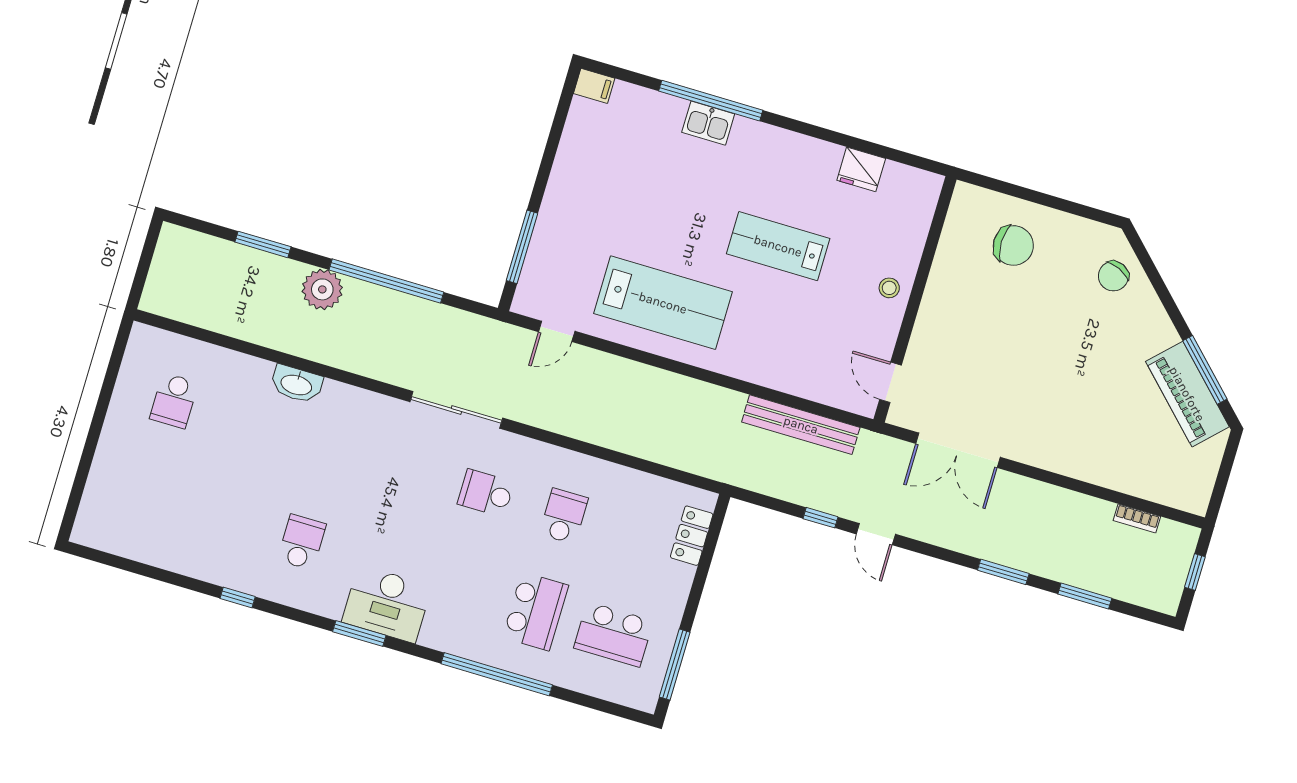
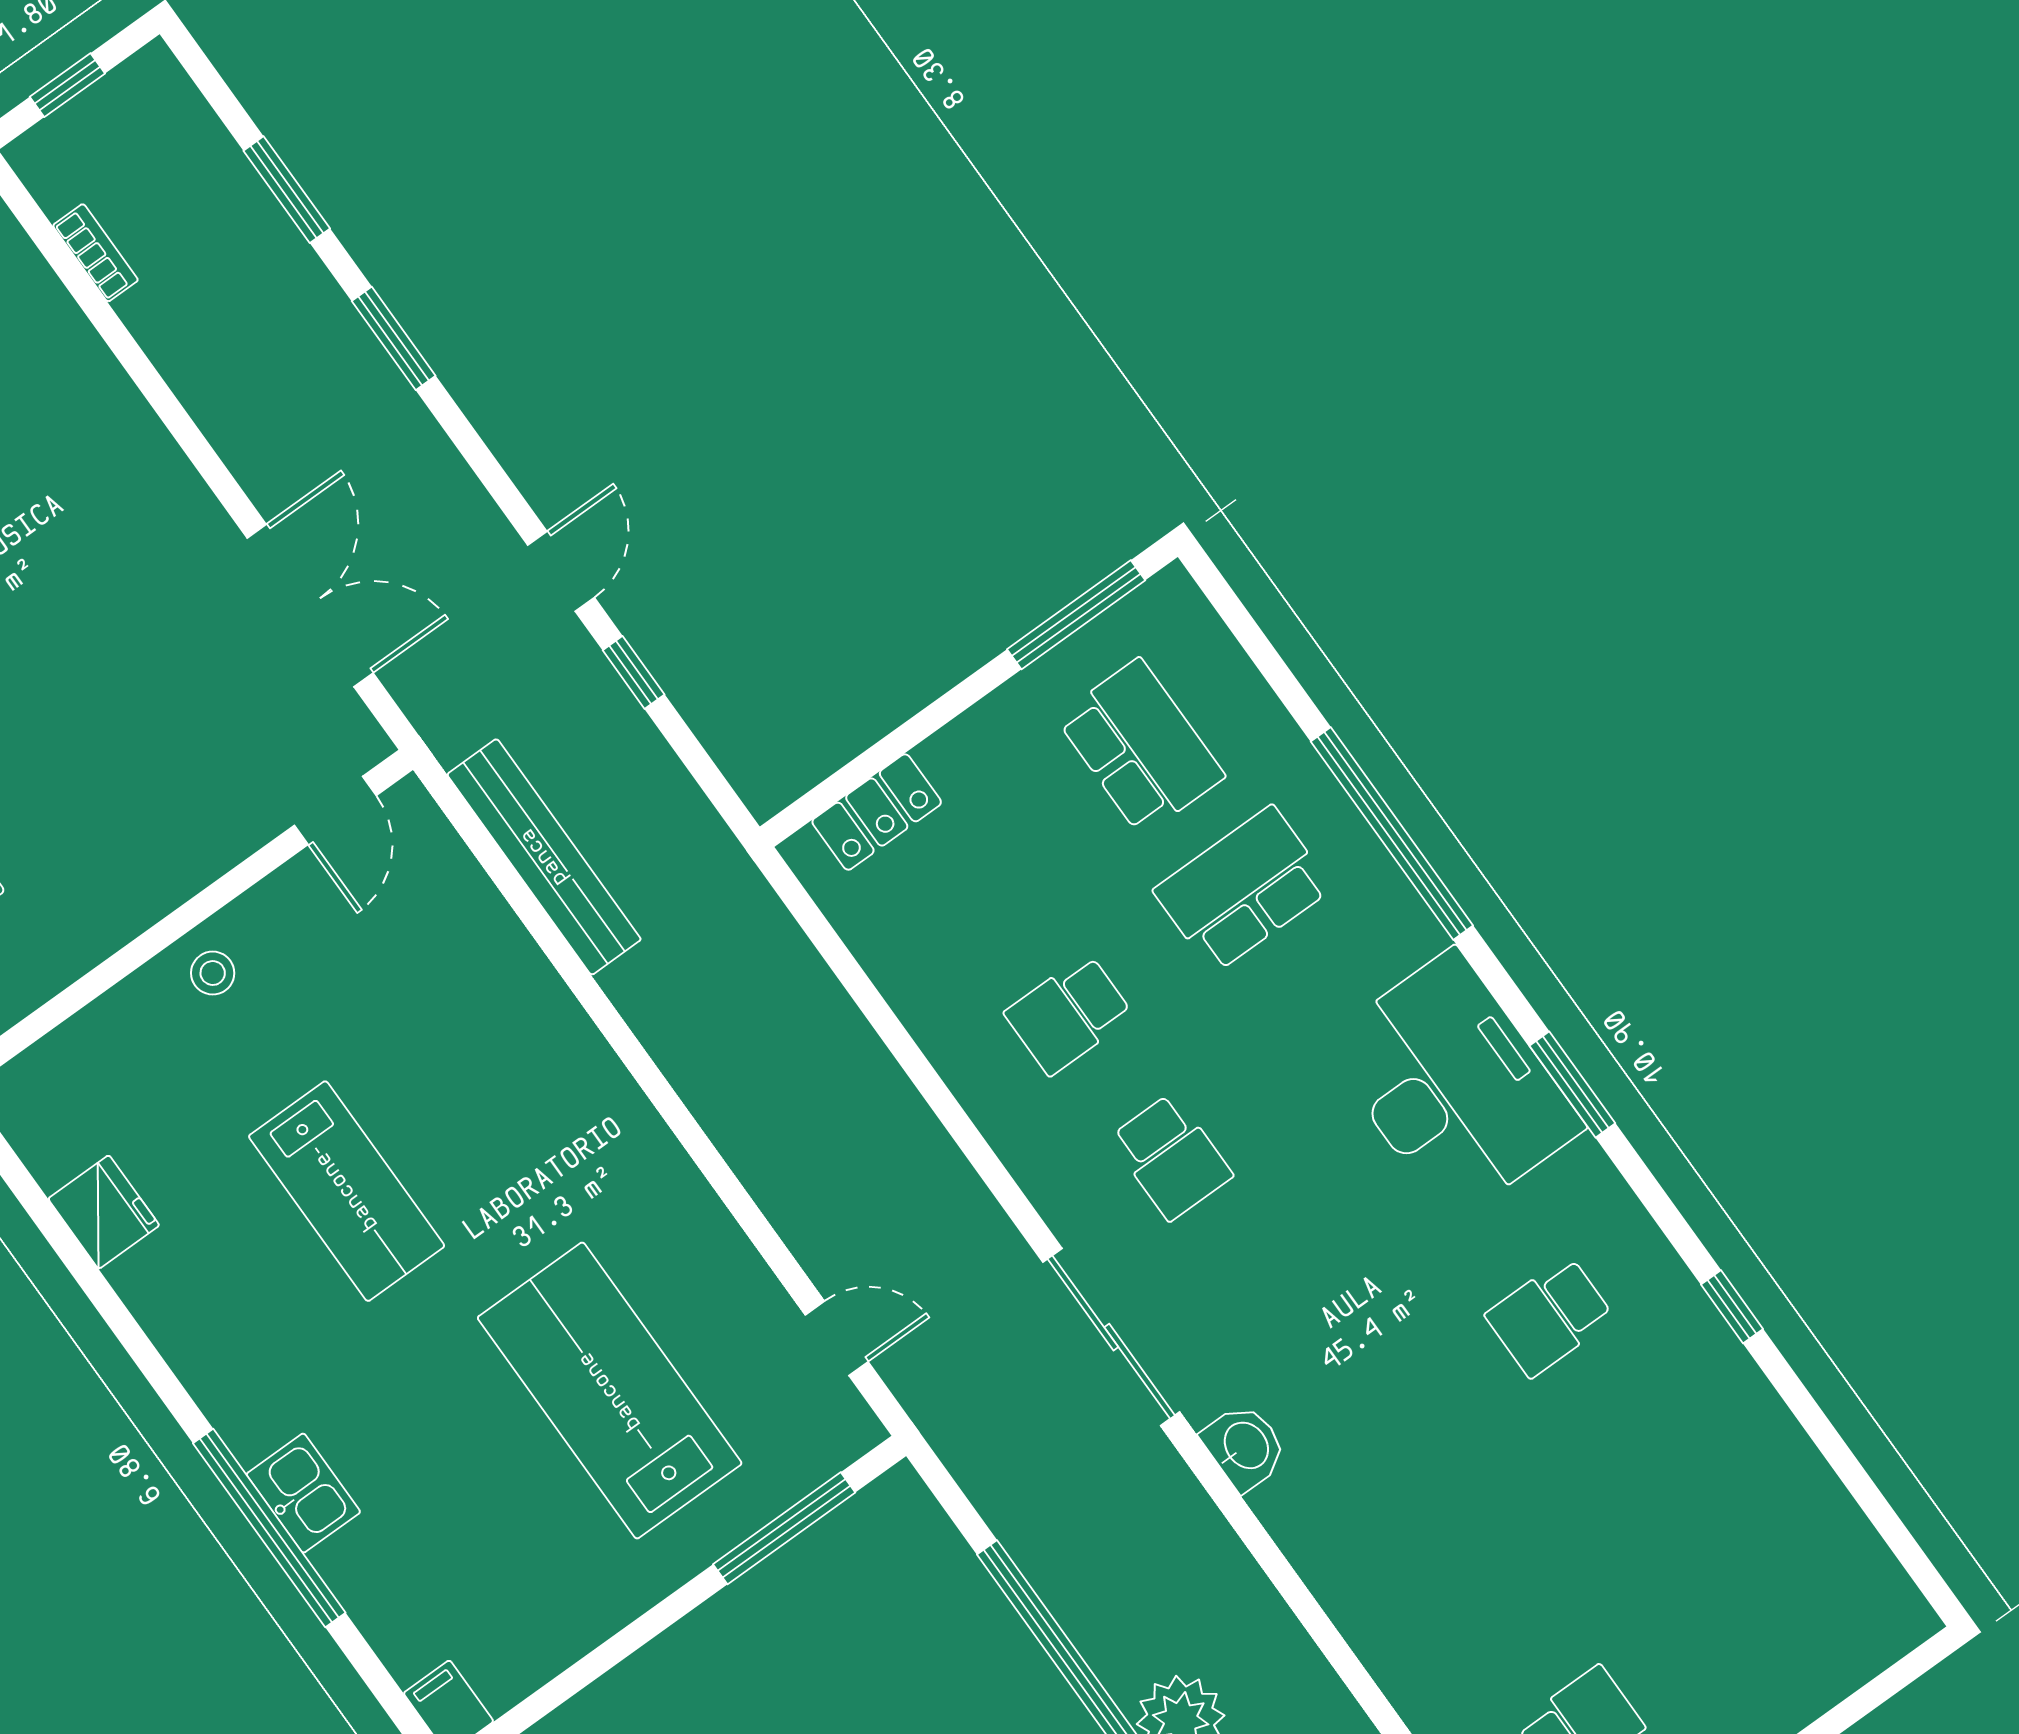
lab bench: (663, 303) -> (610, 1391), moved
washbasin: (297, 384) -> (1245, 1447), moved, width x0.72
desk: (387, 604) -> (1453, 1085), width x1.36, depth x1.30

